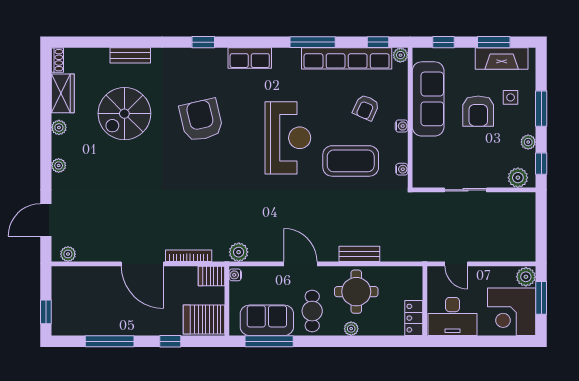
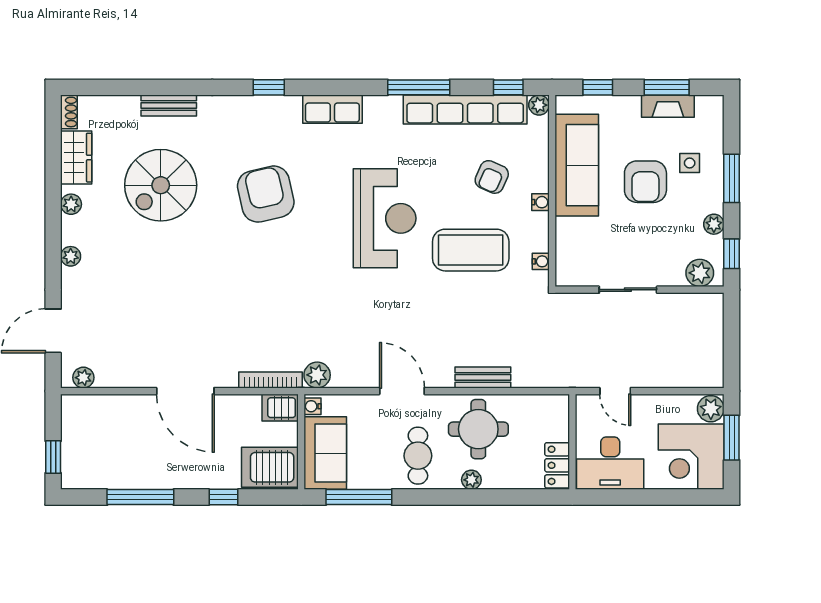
fireplace: (502, 58) -> (668, 106), width x0.73, depth x0.76
bookcase: (189, 256) -> (270, 380), moved
sofa: (267, 320) -> (325, 453), moved, turned 90

